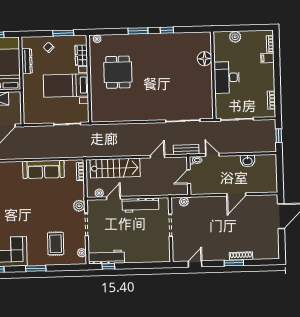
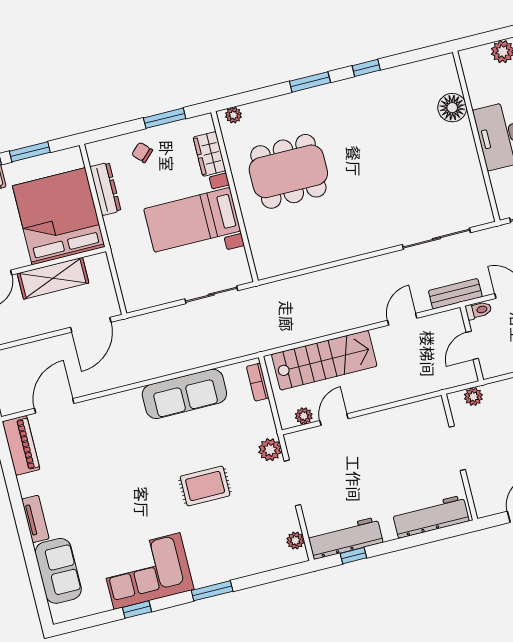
dining table: (118, 72) -> (288, 171), width x1.37
workbench: (140, 205) -> (431, 517), moved, turned 180
rug: (56, 244) -> (205, 486), moved, turned 90

